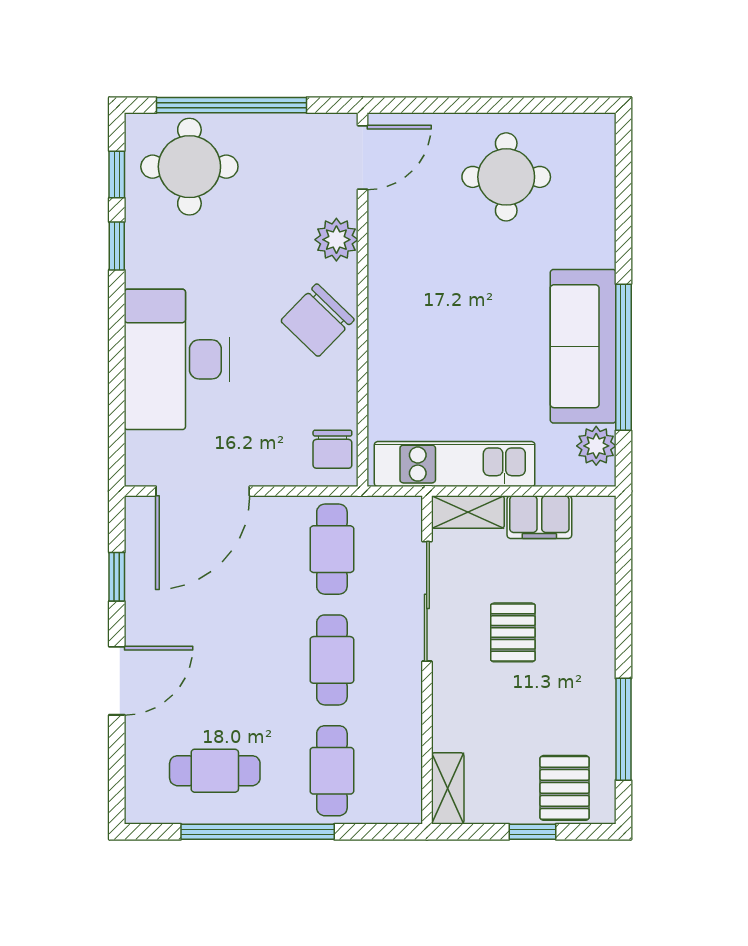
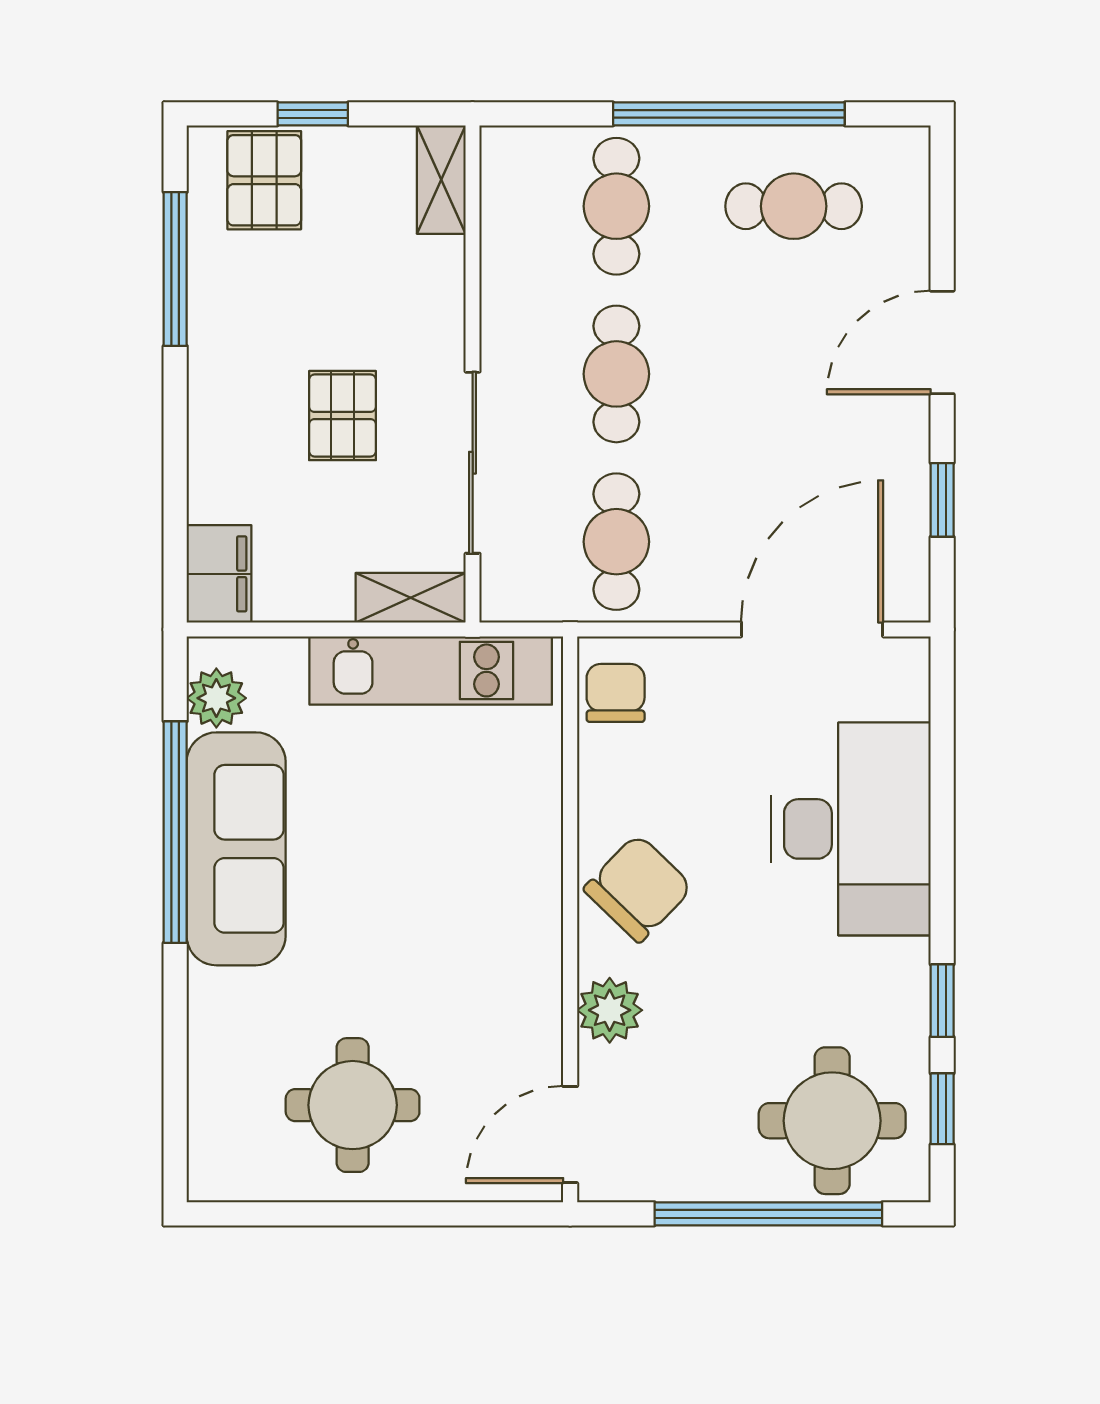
filing cabinet: (539, 517) -> (219, 574), moved, turned 90

